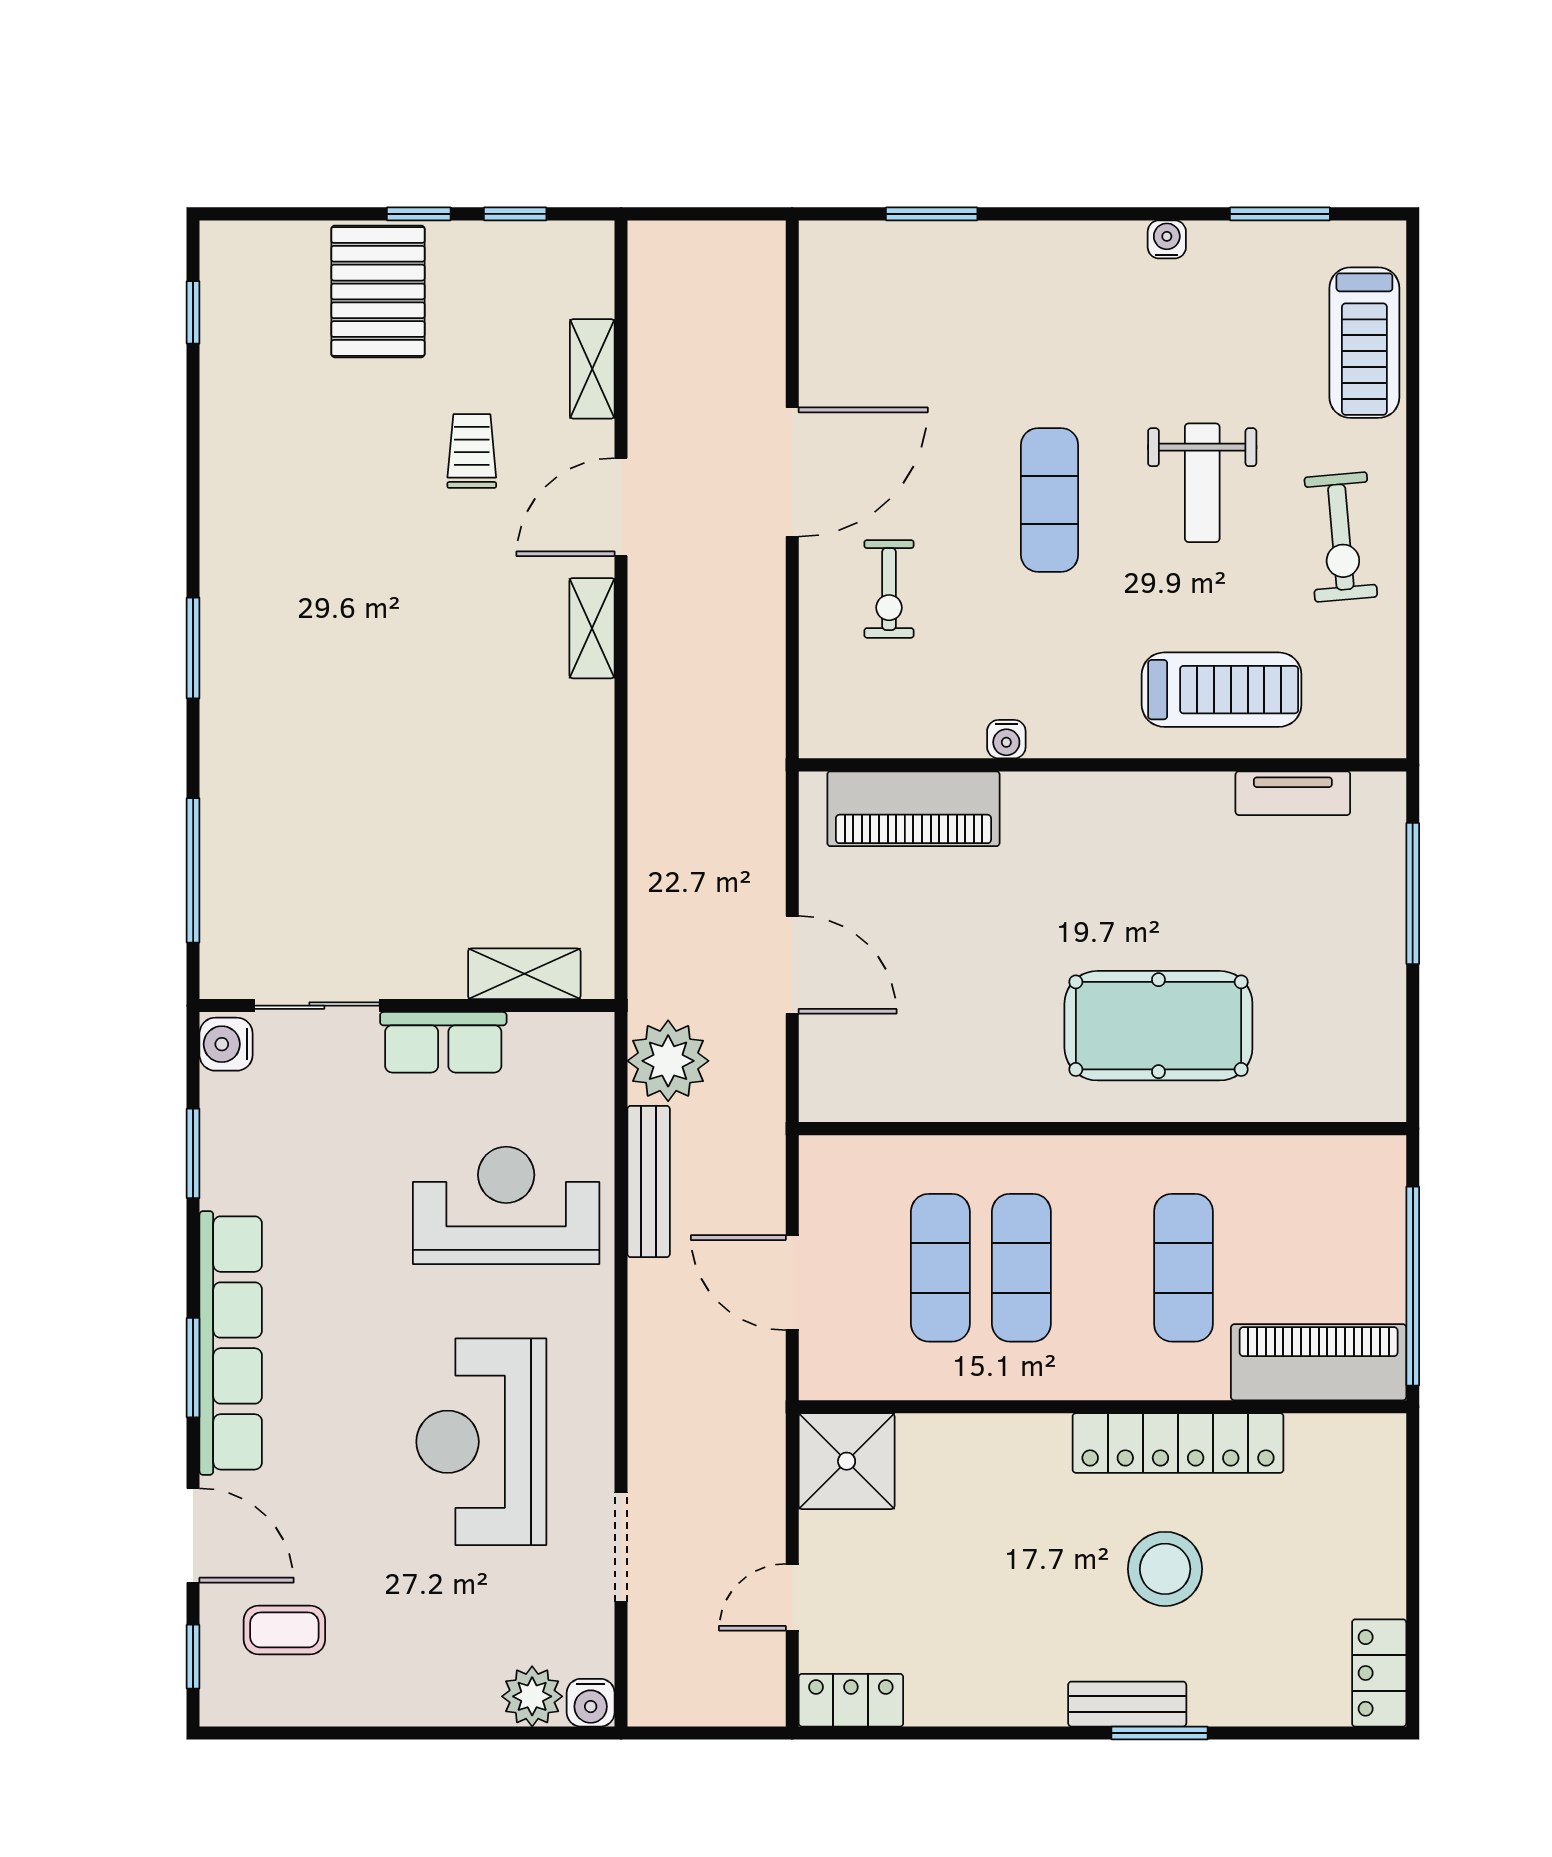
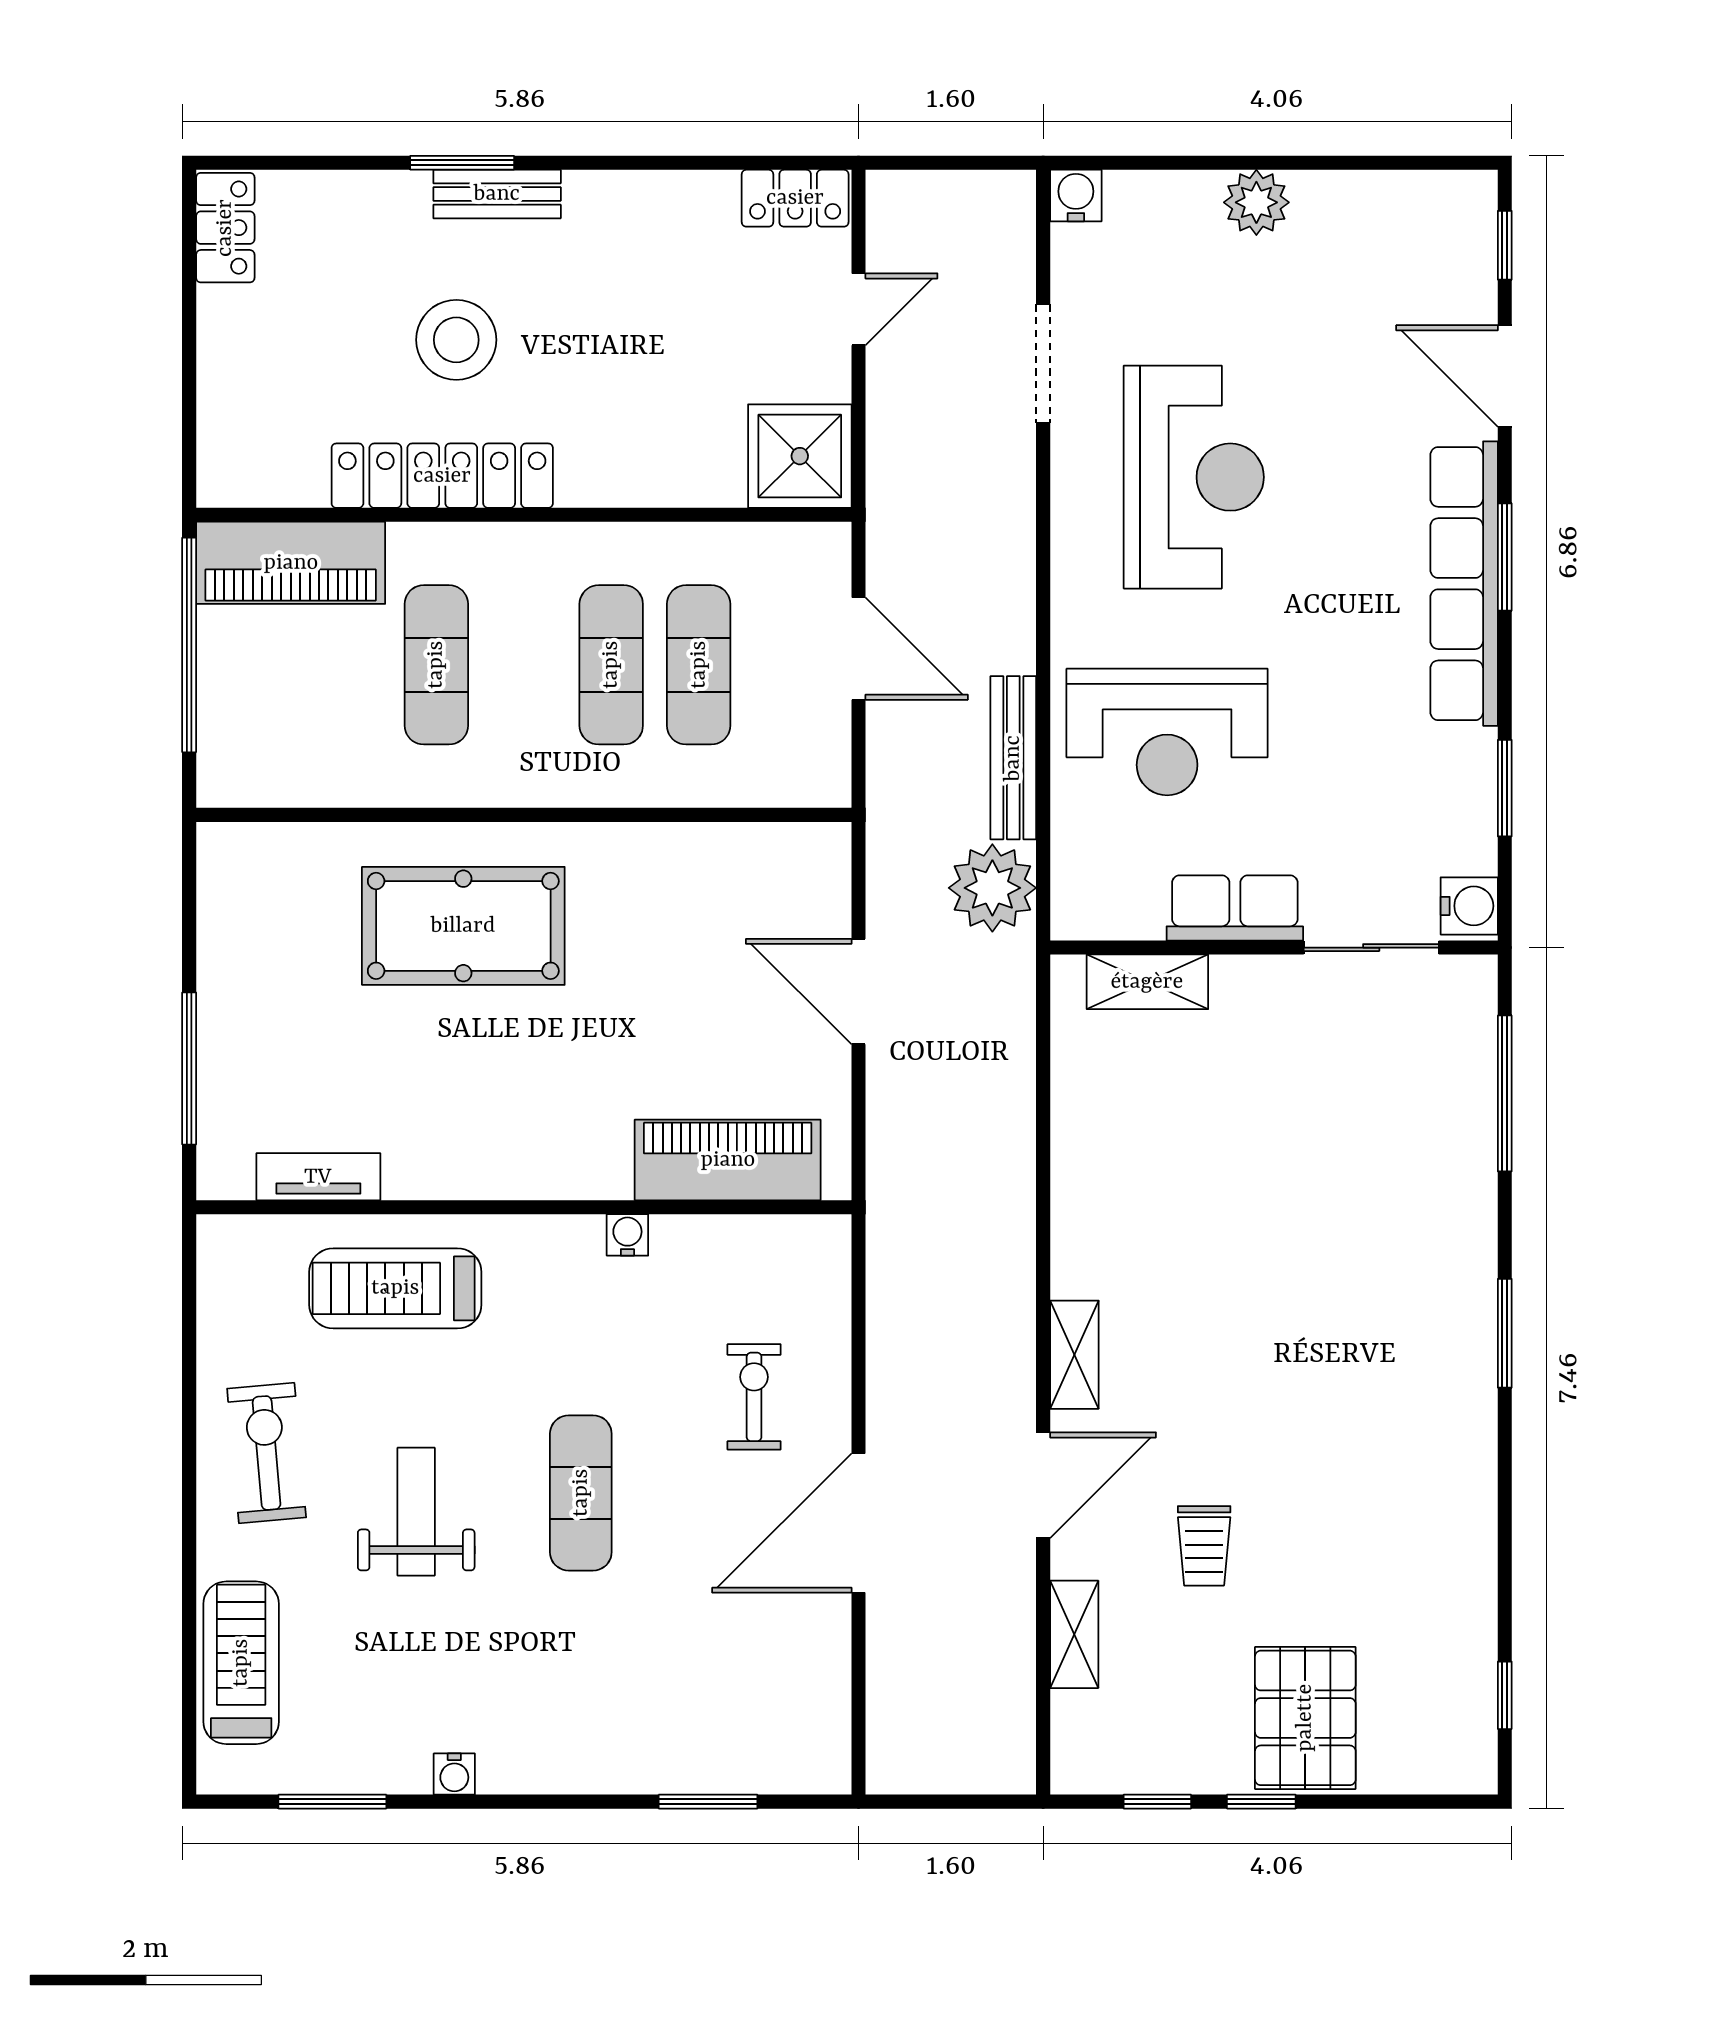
coffee table: (284, 1630) -> (1406, 274), removed
plant: (532, 1696) -> (1256, 202), moved

